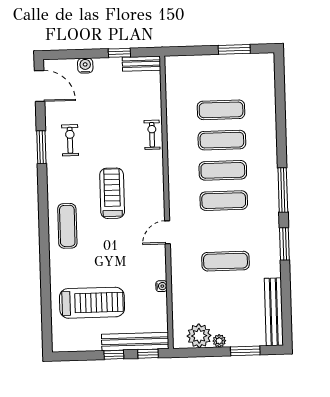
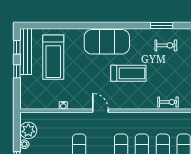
exercise mat: (67, 226) -> (107, 42), width x2.00, depth x1.45
bench: (135, 342) -> (26, 51), moved
window: (148, 354) -> (17, 47), moved

